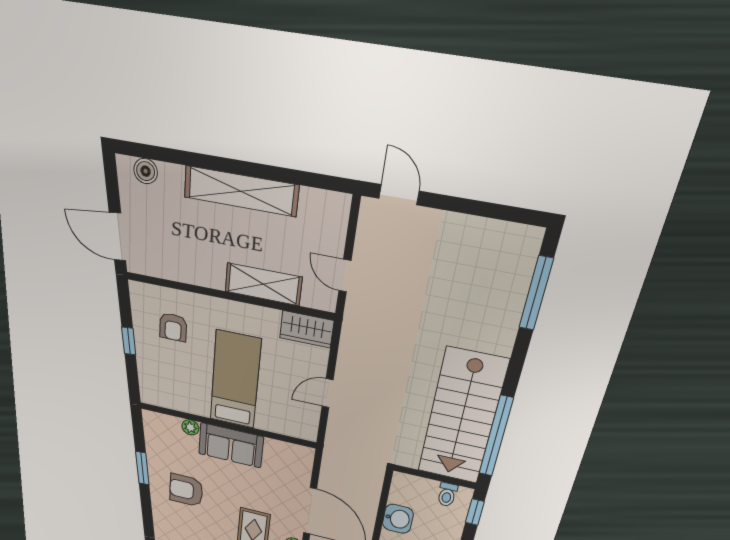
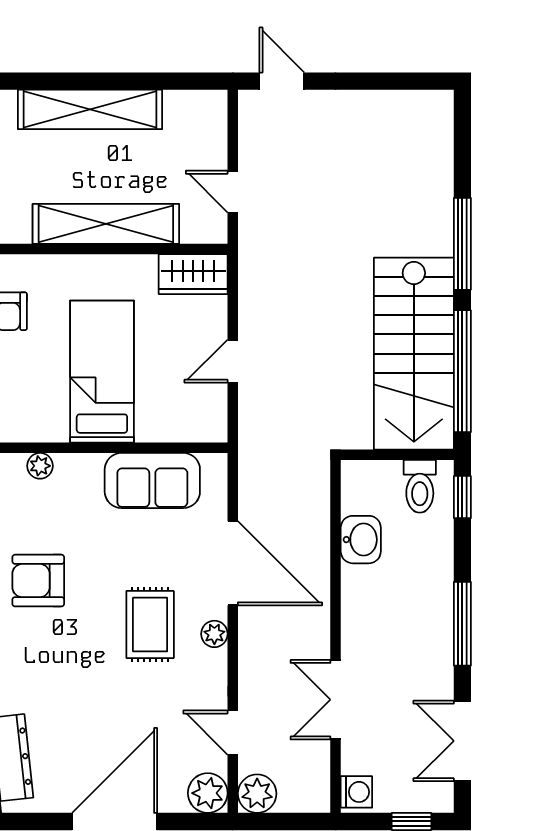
shelving: (263, 284) -> (106, 224), width x1.47
window: (536, 293) -> (462, 244), moved
sofa: (231, 445) -> (152, 481), moved
toilet: (447, 495) -> (420, 486), width x1.37, depth x1.39

